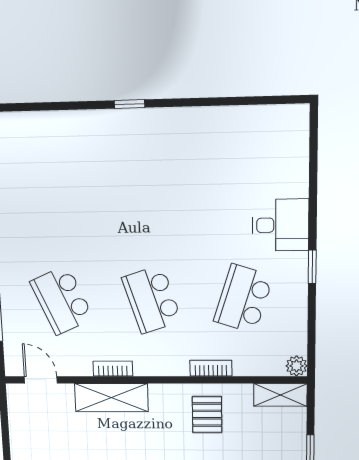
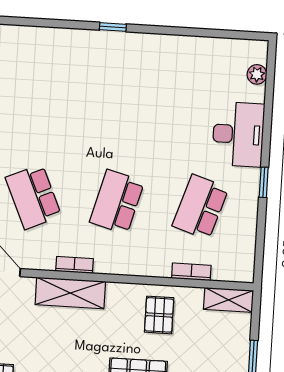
desk: (280, 225) -> (238, 134), width x1.37
school desk: (152, 299) -> (117, 202), turned 33
plant: (297, 366) -> (257, 74), moved
bookcase: (211, 368) -> (191, 272), moved

